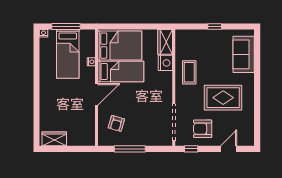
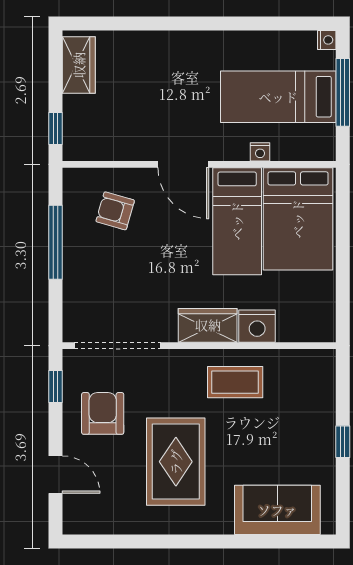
wardrobe: (165, 42) -> (208, 325), moved
window: (81, 149) -> (55, 128), added

